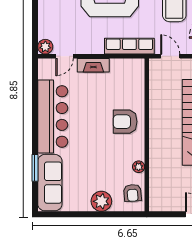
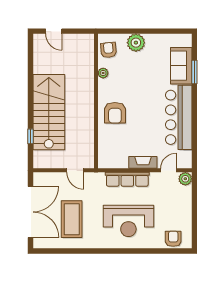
row of seats: (129, 46) -> (127, 179), moved
armchair: (125, 122) -> (115, 113), turned 90
sofa: (50, 183) -> (181, 66), width x0.73

